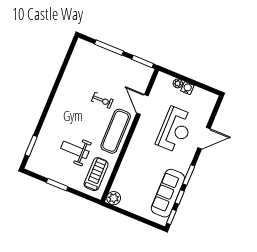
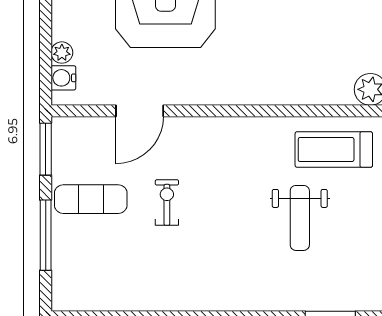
water cooler: (187, 88) -> (63, 78), moved
exercise mat: (116, 131) -> (91, 199), moved, width x0.73, depth x0.69

